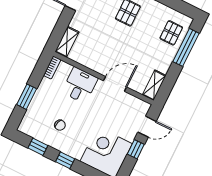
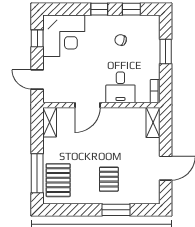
pallet: (171, 33) -> (58, 180), width x1.50, depth x1.42
door: (147, 127) -> (37, 79), hinge flipped
window: (136, 149) -> (37, 38), moved

